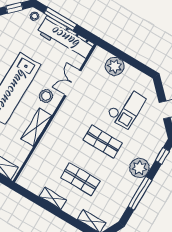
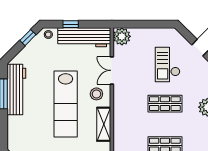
window: (60, 19) -> (71, 24), width x0.46
plant: (115, 66) -> (122, 36), moved
checkout: (126, 108) -> (168, 65), turned 180

